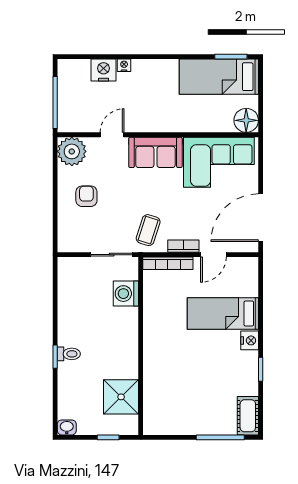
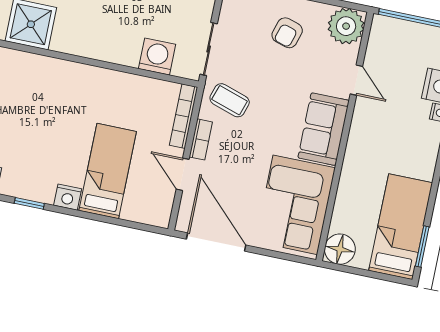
armchair: (86, 196) -> (287, 33), turned 107

